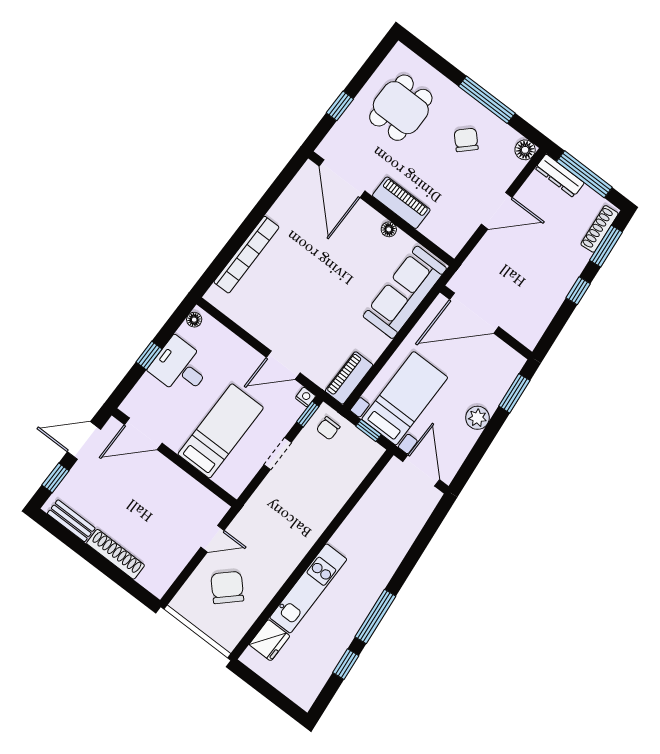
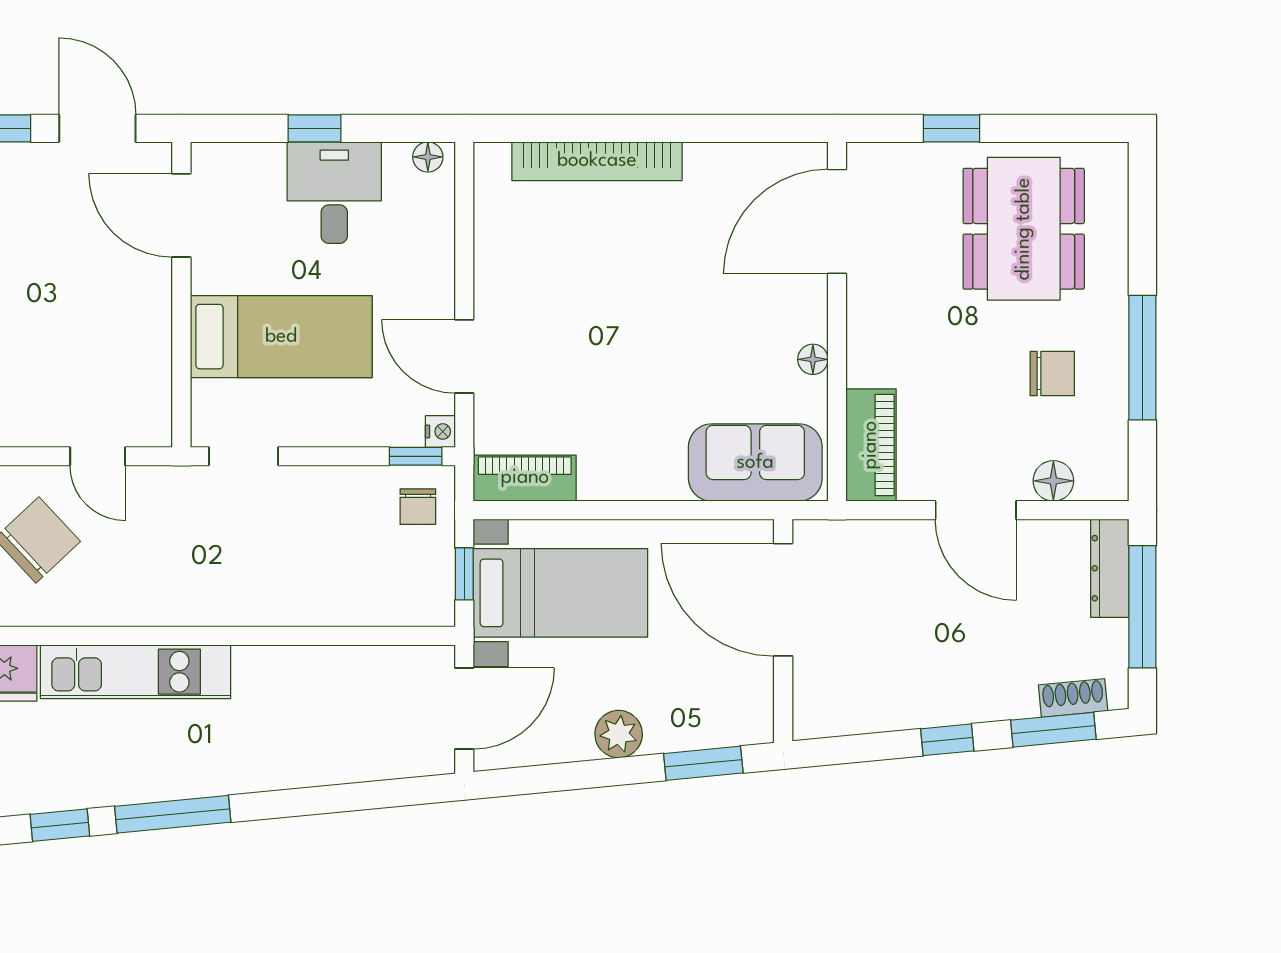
dining table: (401, 108) -> (1024, 229), width x1.38
chair: (466, 140) -> (1052, 374), turned 44
floor lamp: (525, 150) -> (1053, 481), moved
piano: (401, 203) -> (871, 445), moved
shoe rack: (599, 229) -> (1073, 698), width x0.70
sofa: (405, 292) -> (755, 463), width x0.73
chair: (328, 428) -> (418, 507), turned -90
doorway: (278, 454) -> (244, 456), moved

